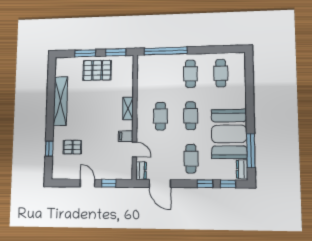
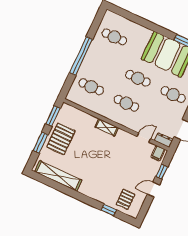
window: (166, 51) -> (81, 56), moved
cafe table: (190, 74) -> (91, 87), moved
shelving: (60, 101) -> (58, 176), moved
filing cabinet: (126, 136) -> (158, 153), moved
pallet: (72, 147) -> (126, 199), moved

